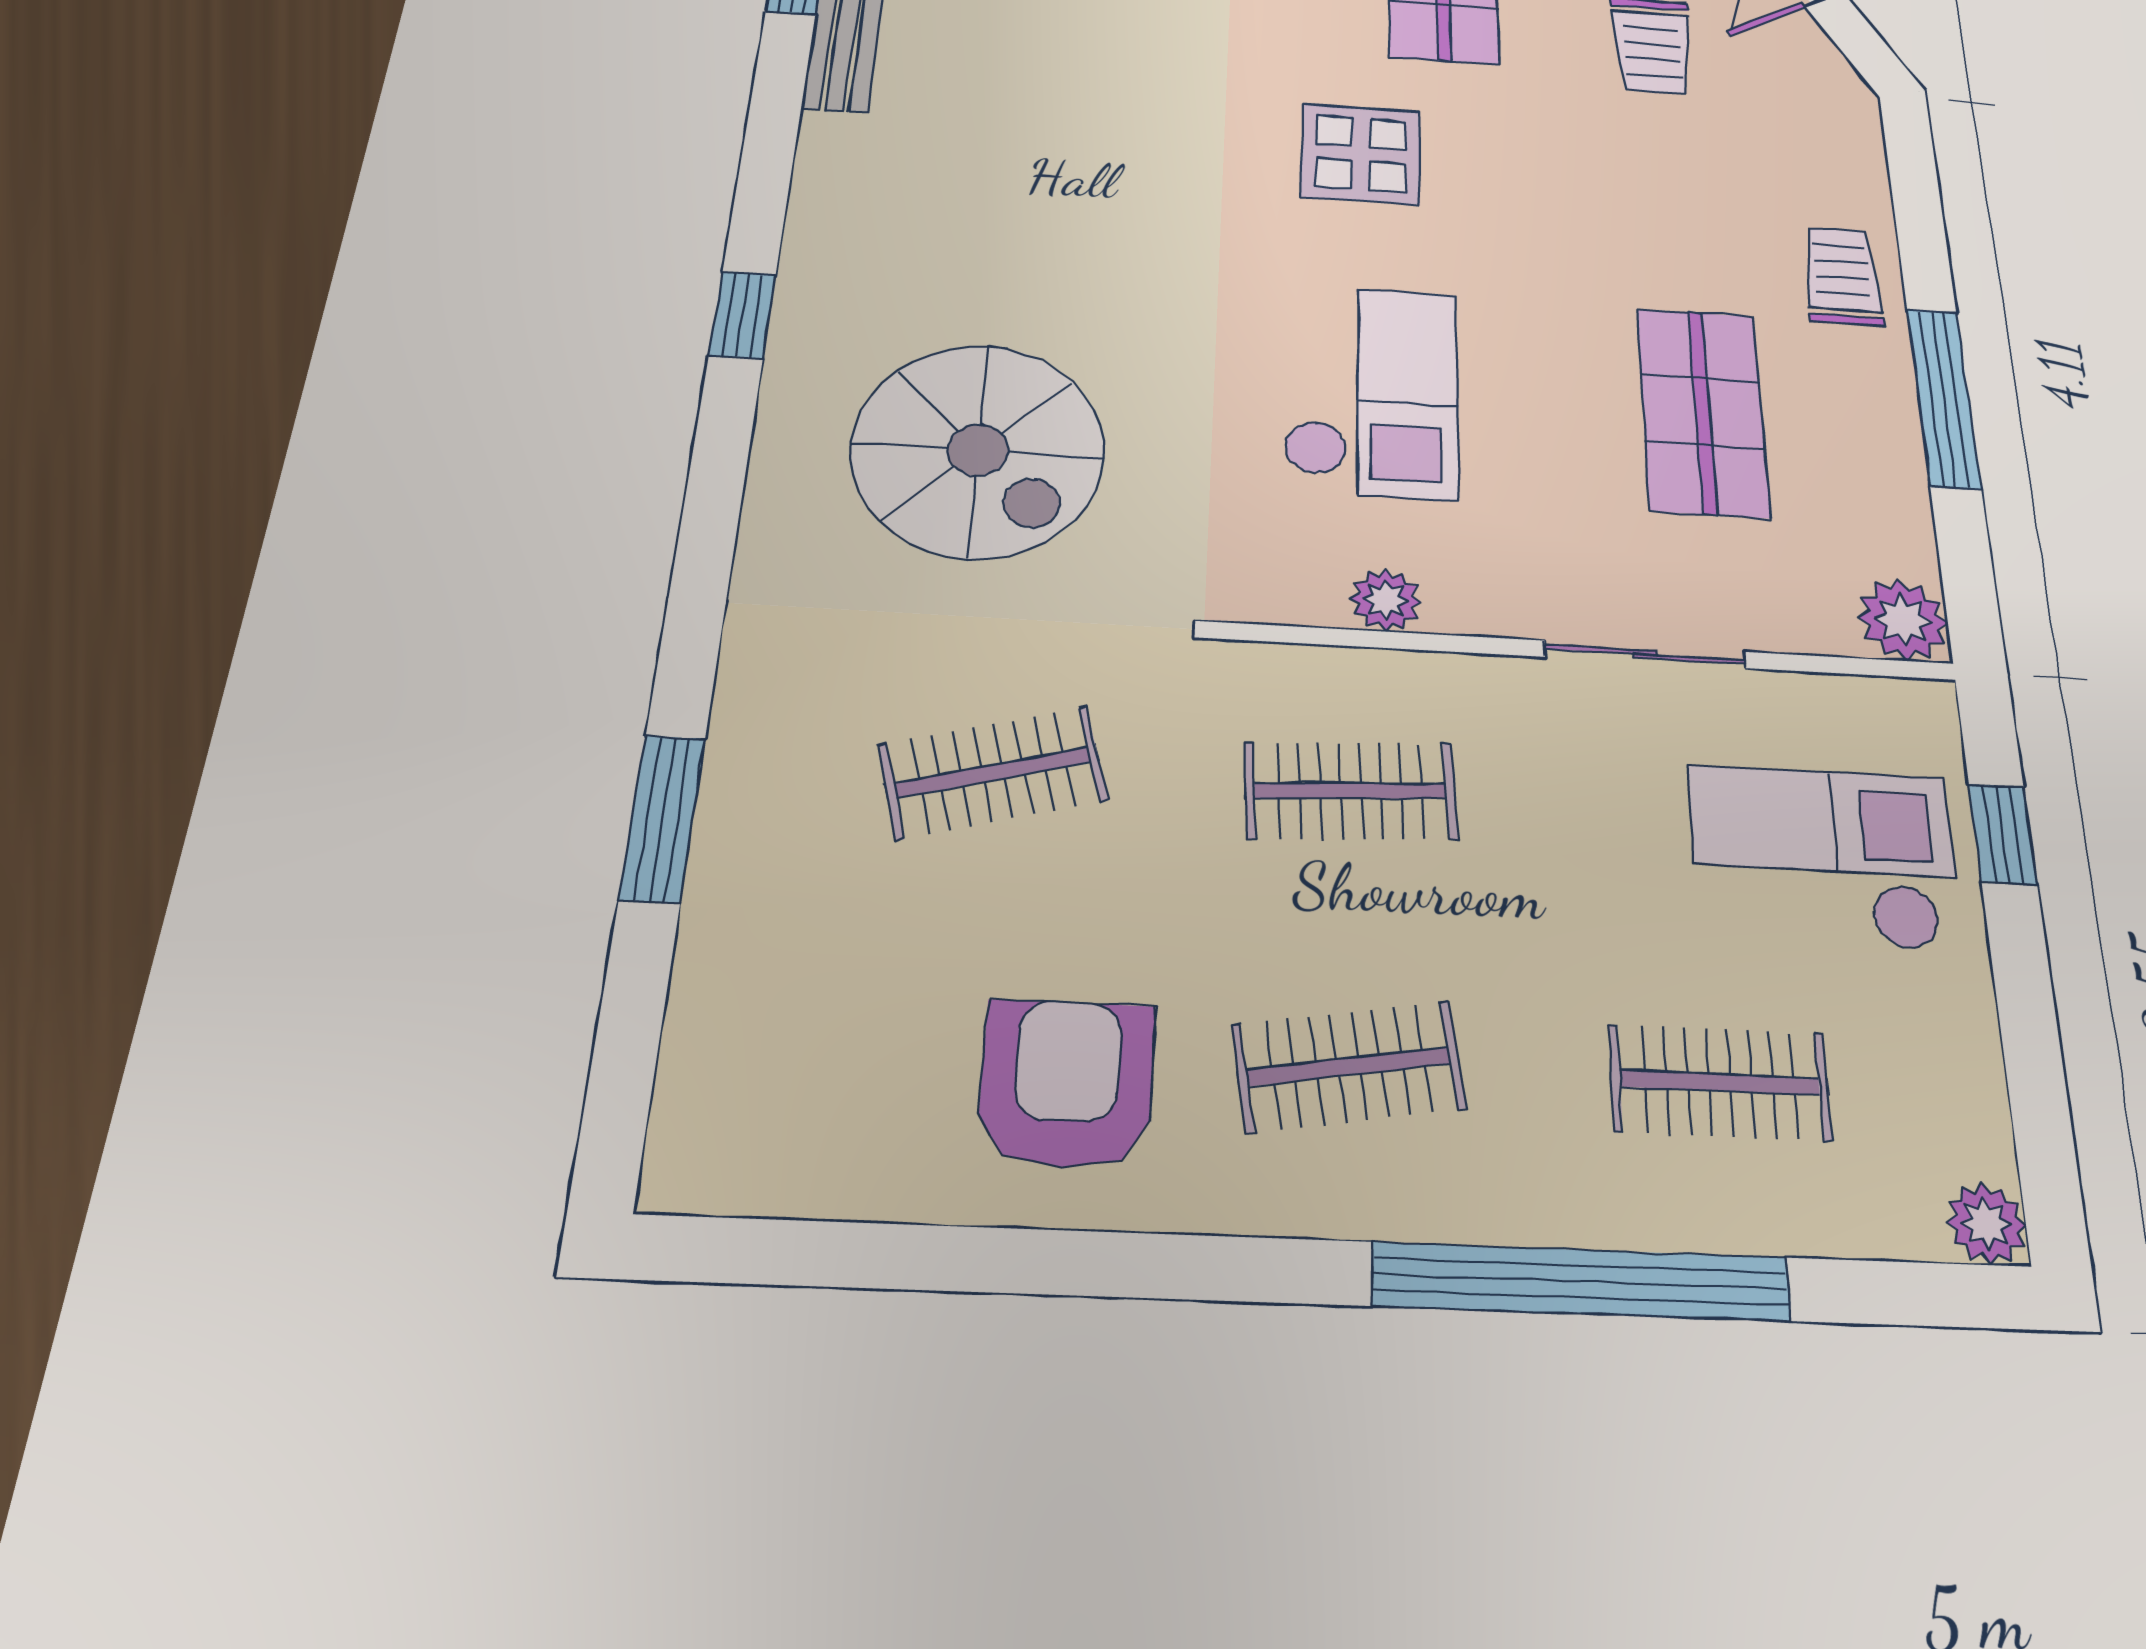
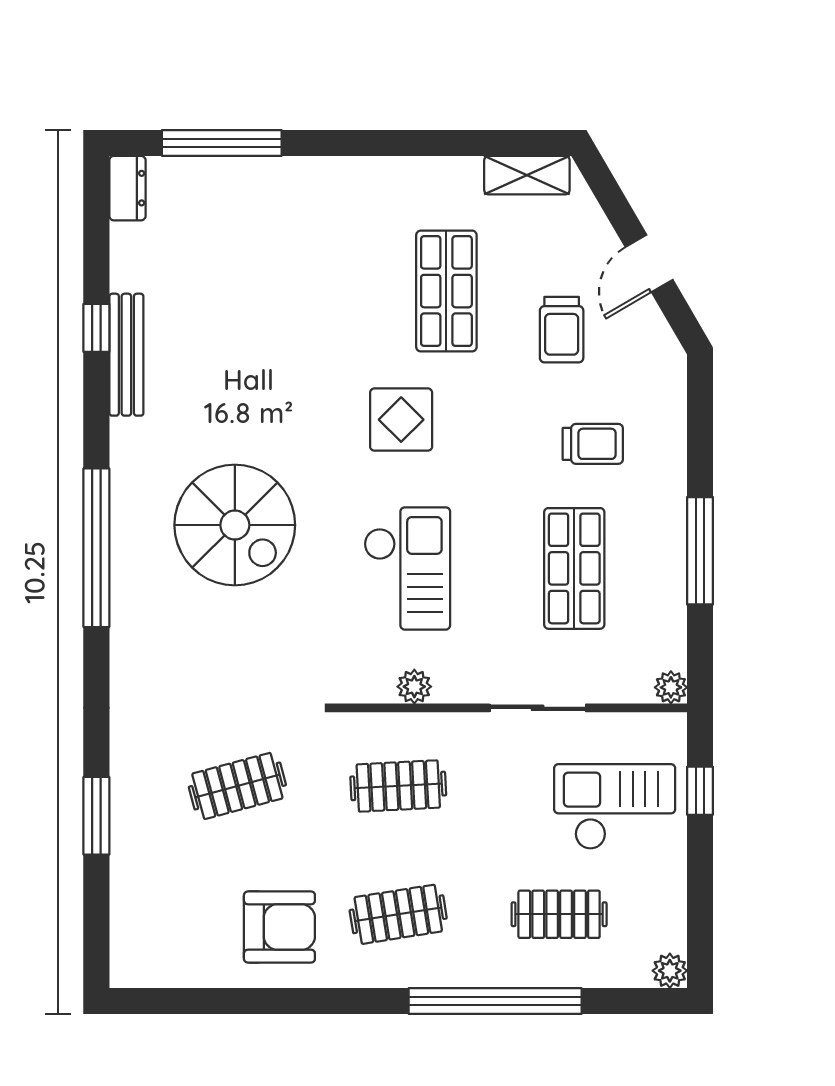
trolley: (1842, 276) -> (593, 444), moved, turned 90
window: (742, 315) -> (96, 548), width x3.17
spiral stairs: (978, 450) -> (235, 525), moved
plant: (1903, 620) -> (671, 687), width x0.73, depth x0.73
armchair: (1067, 1084) -> (279, 927), turned 90

